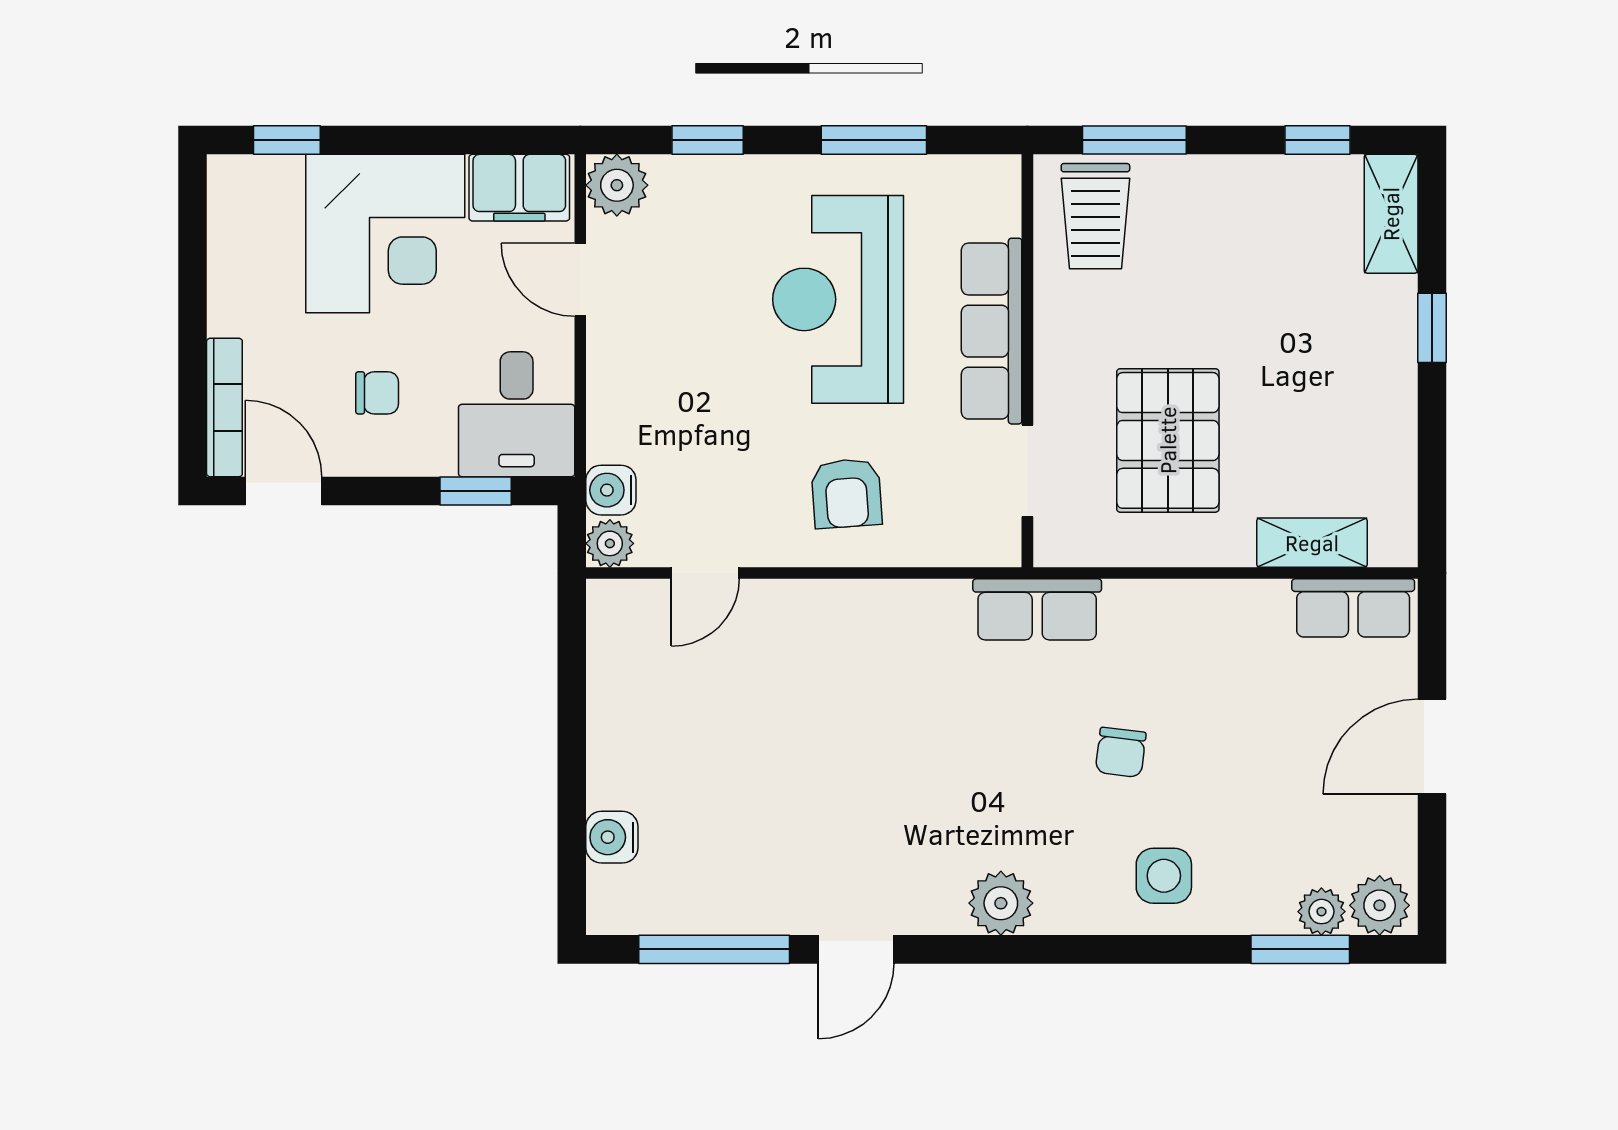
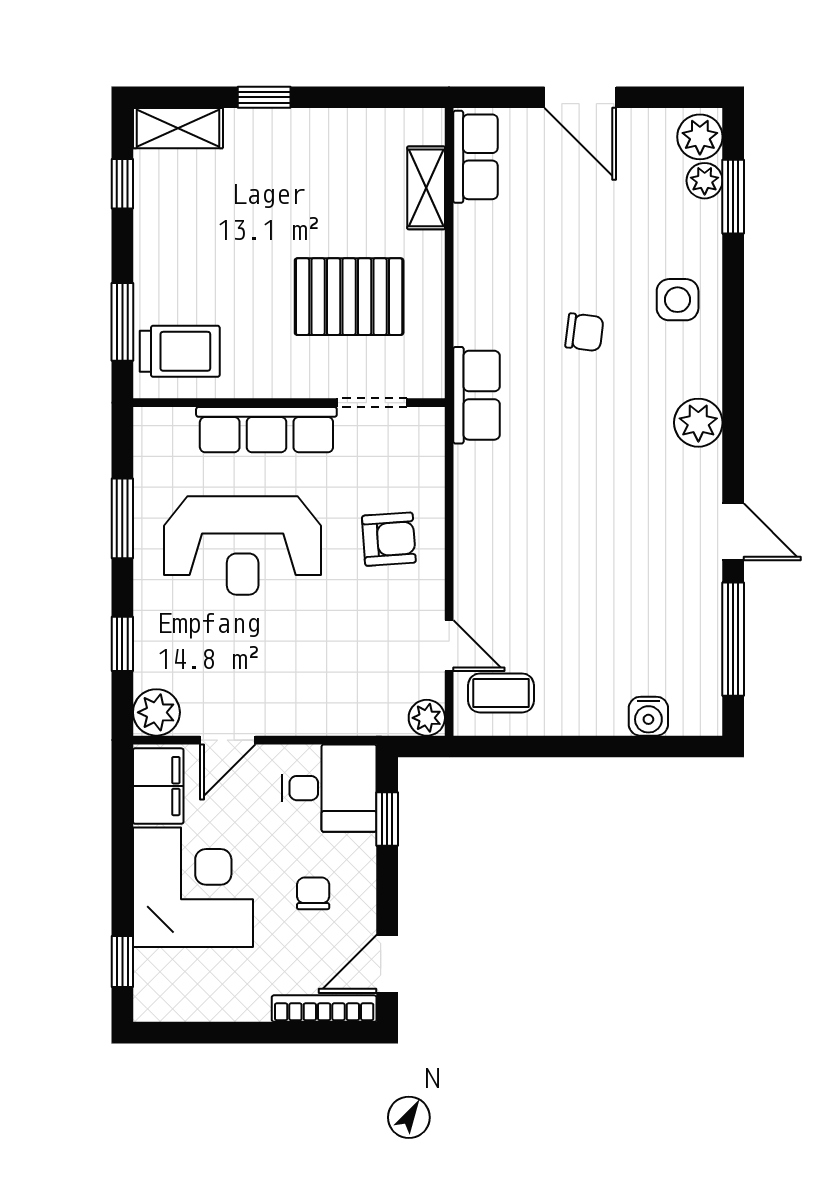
water cooler: (611, 490) -> (386, 717), removed
coffee table: (643, 642) -> (501, 693), added

